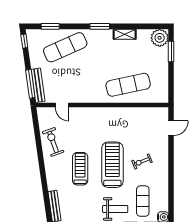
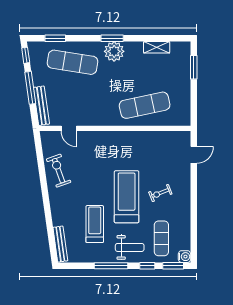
shelving: (125, 34) -> (157, 47), moved
plant: (160, 38) -> (114, 51), moved
exercise mat: (65, 47) -> (73, 62), turned 33
window: (30, 84) -> (30, 88), moved
treadmill: (80, 169) -> (95, 224), moved

